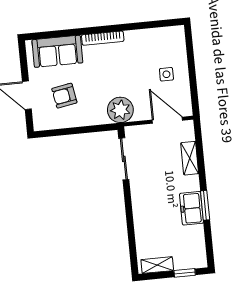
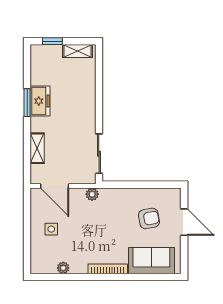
plant: (150, 35) -> (63, 268), added
plant: (120, 110) -> (92, 194), width x0.53, depth x0.53

